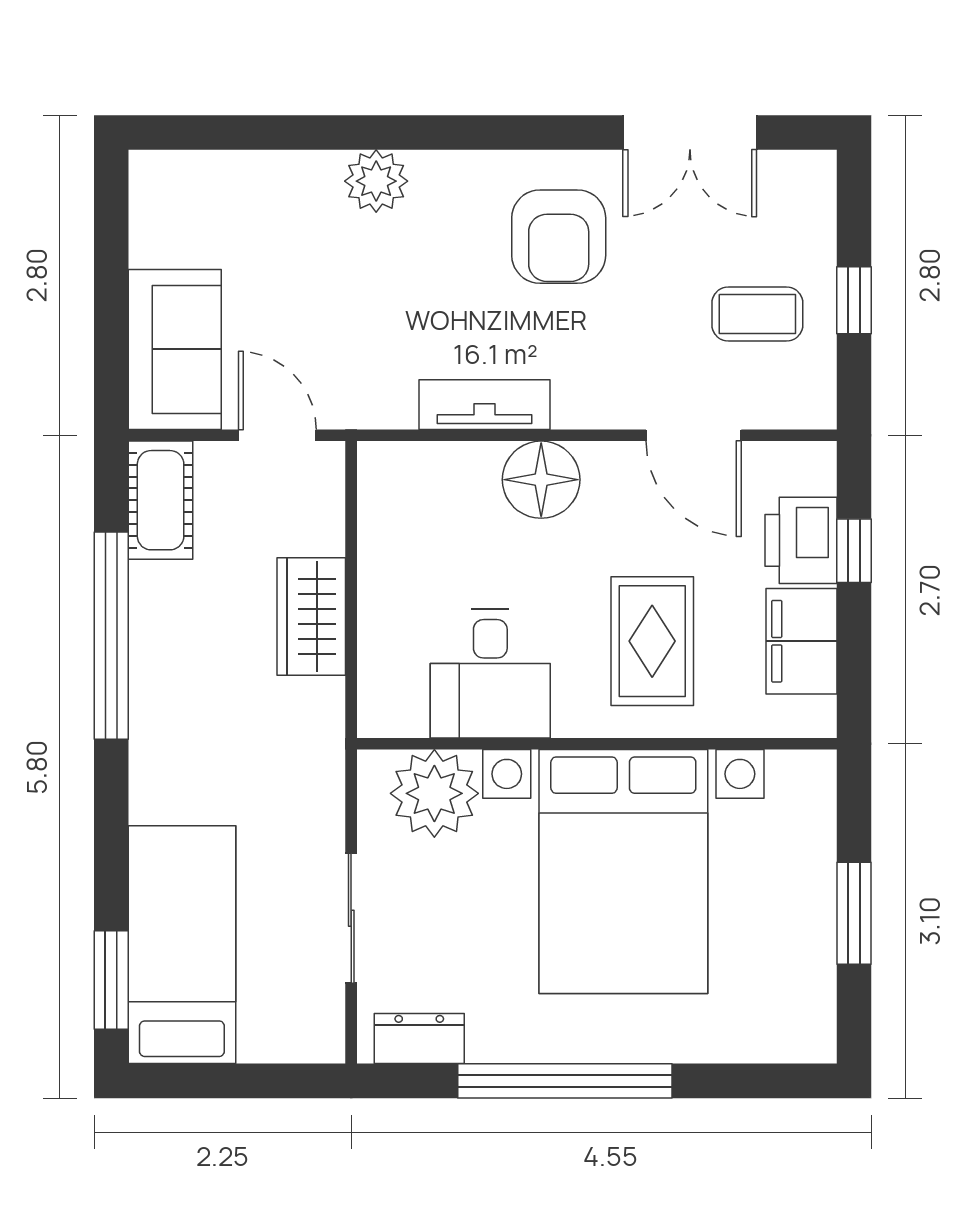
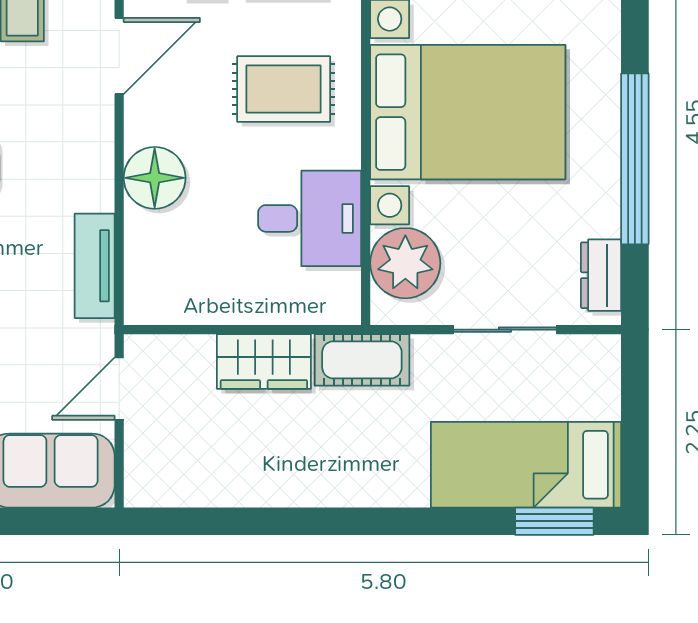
tv unit: (484, 405) -> (95, 266), moved
cot: (161, 500) -> (362, 360), moved
window: (111, 636) -> (279, 521), removed

